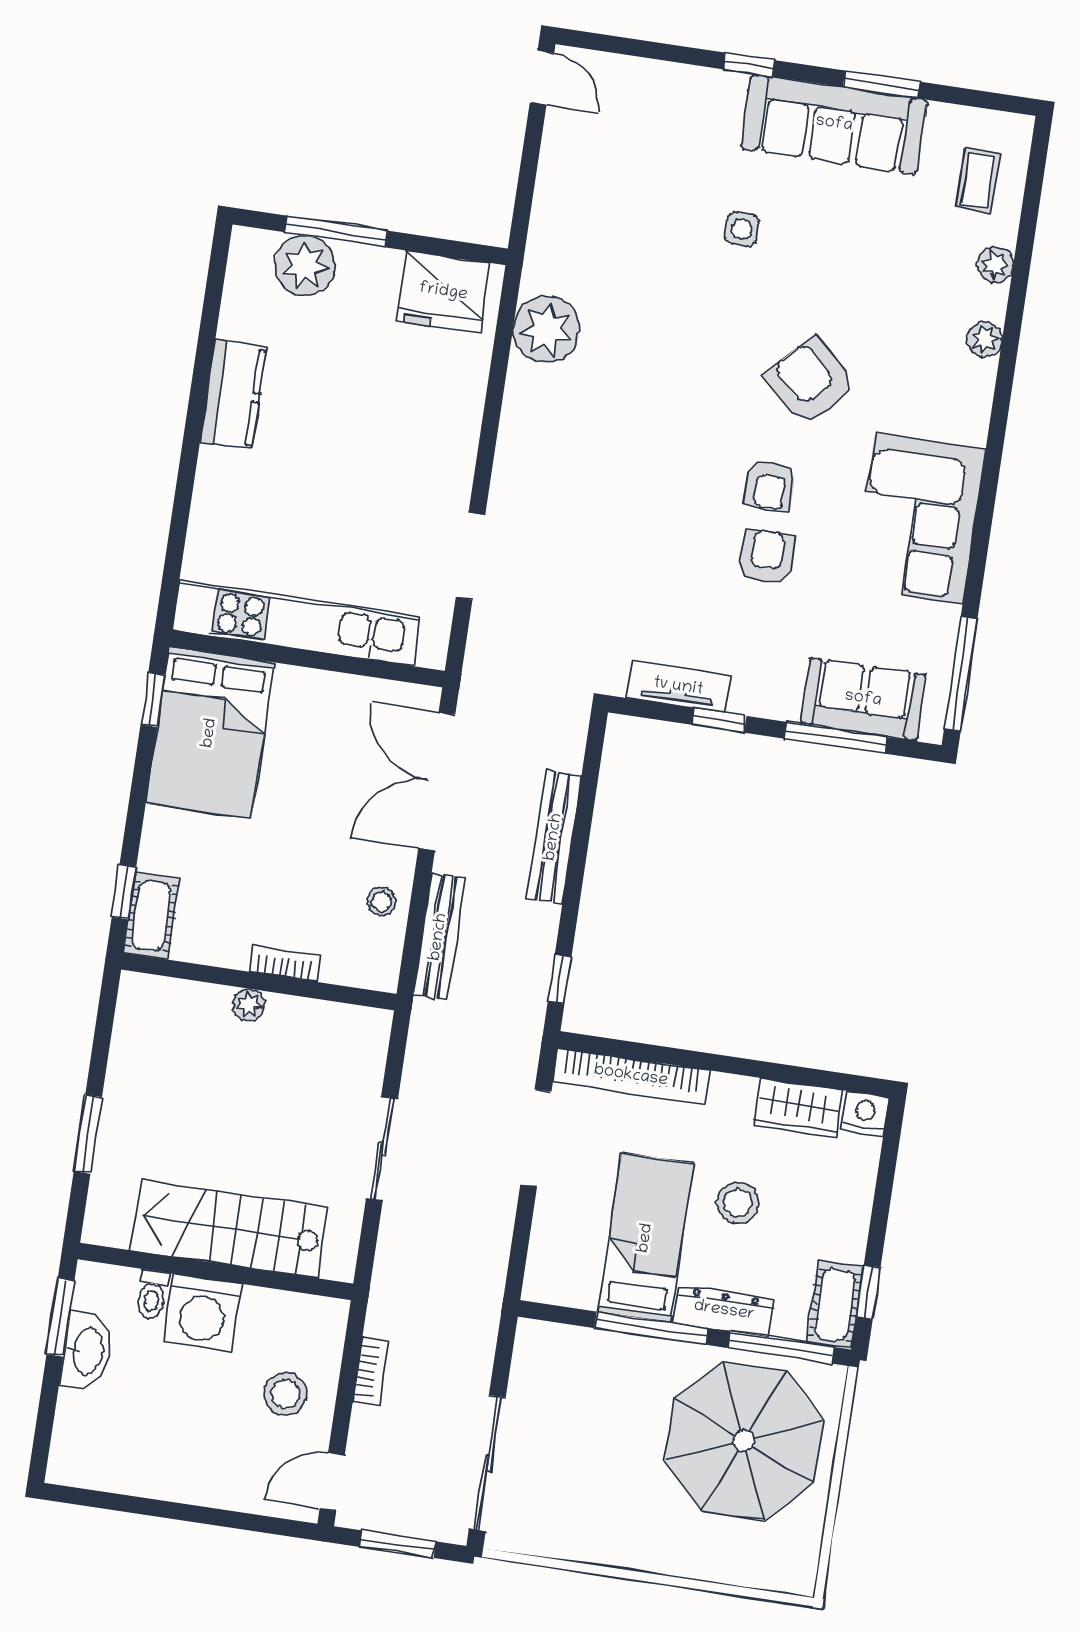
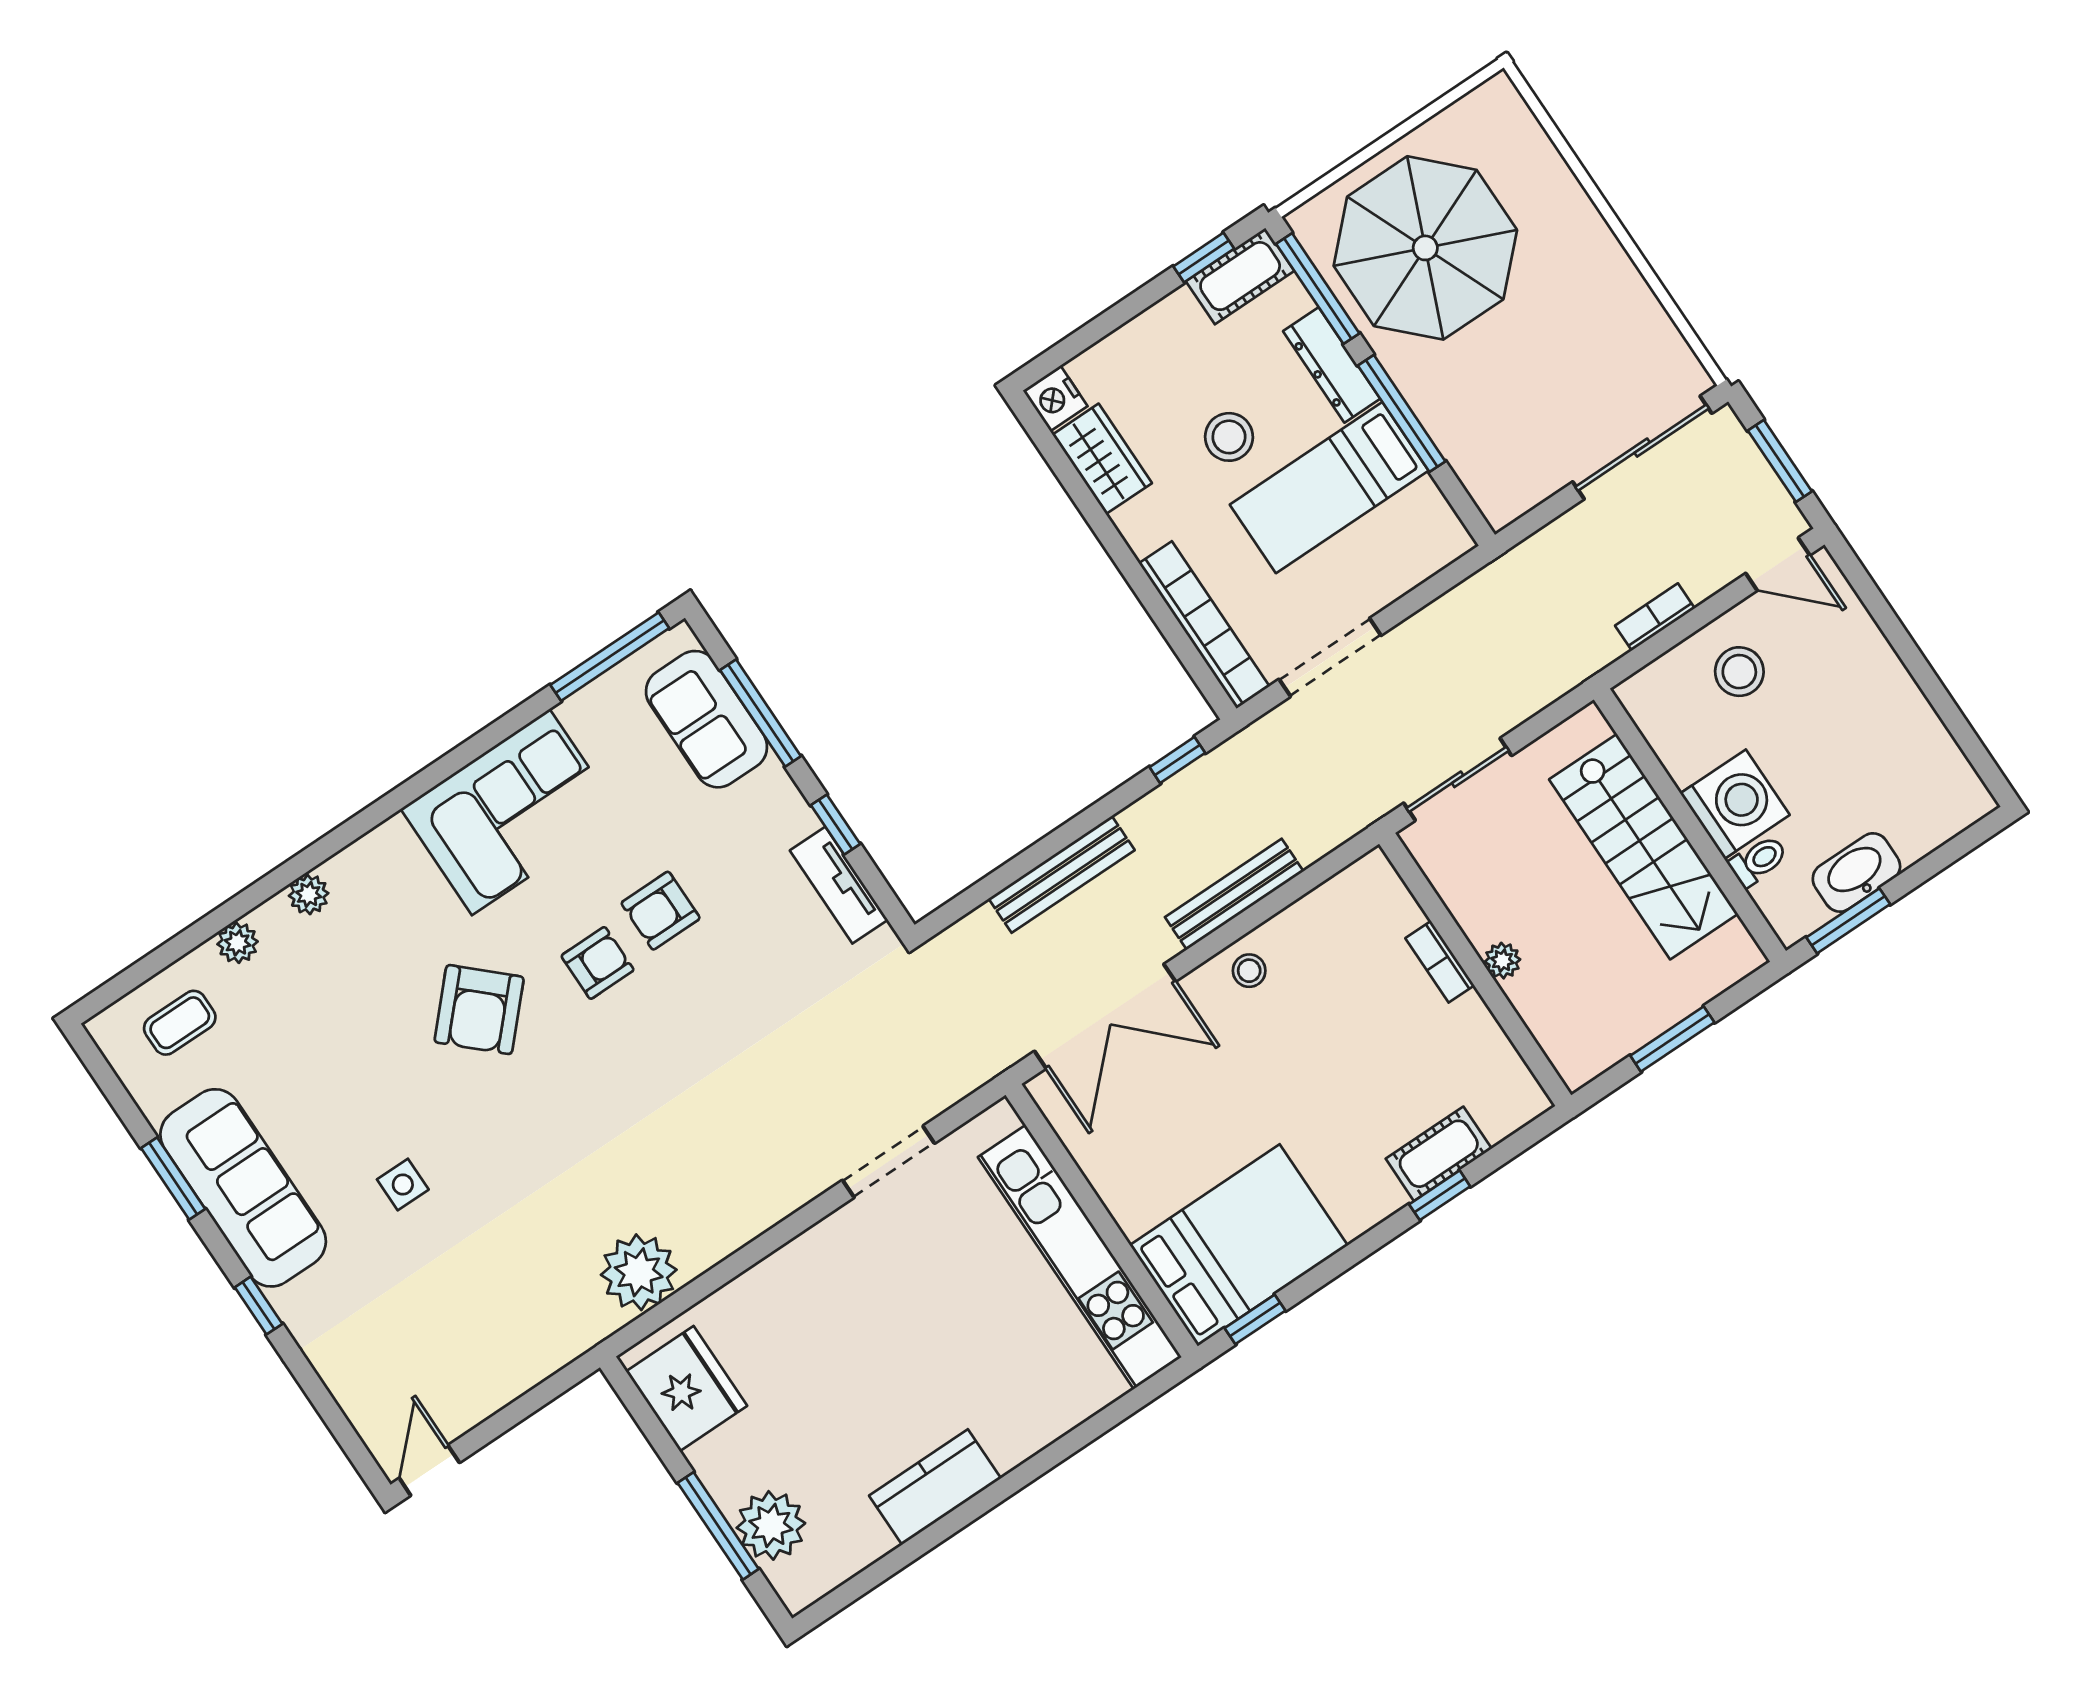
bookcase: (285, 963) -> (1440, 962), moved
wall: (259, 982) -> (1475, 969), moved
plant: (248, 1004) -> (1502, 961), moved

